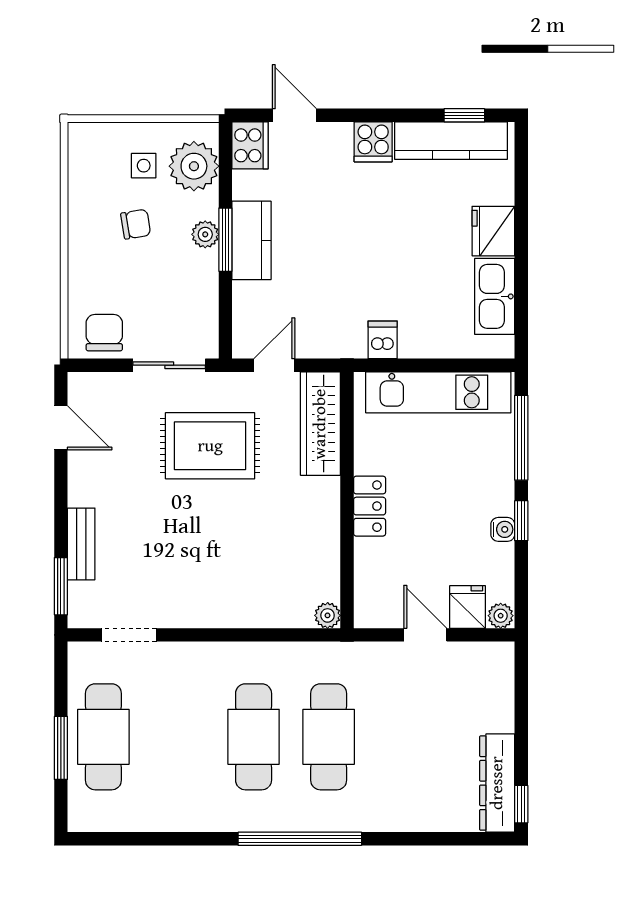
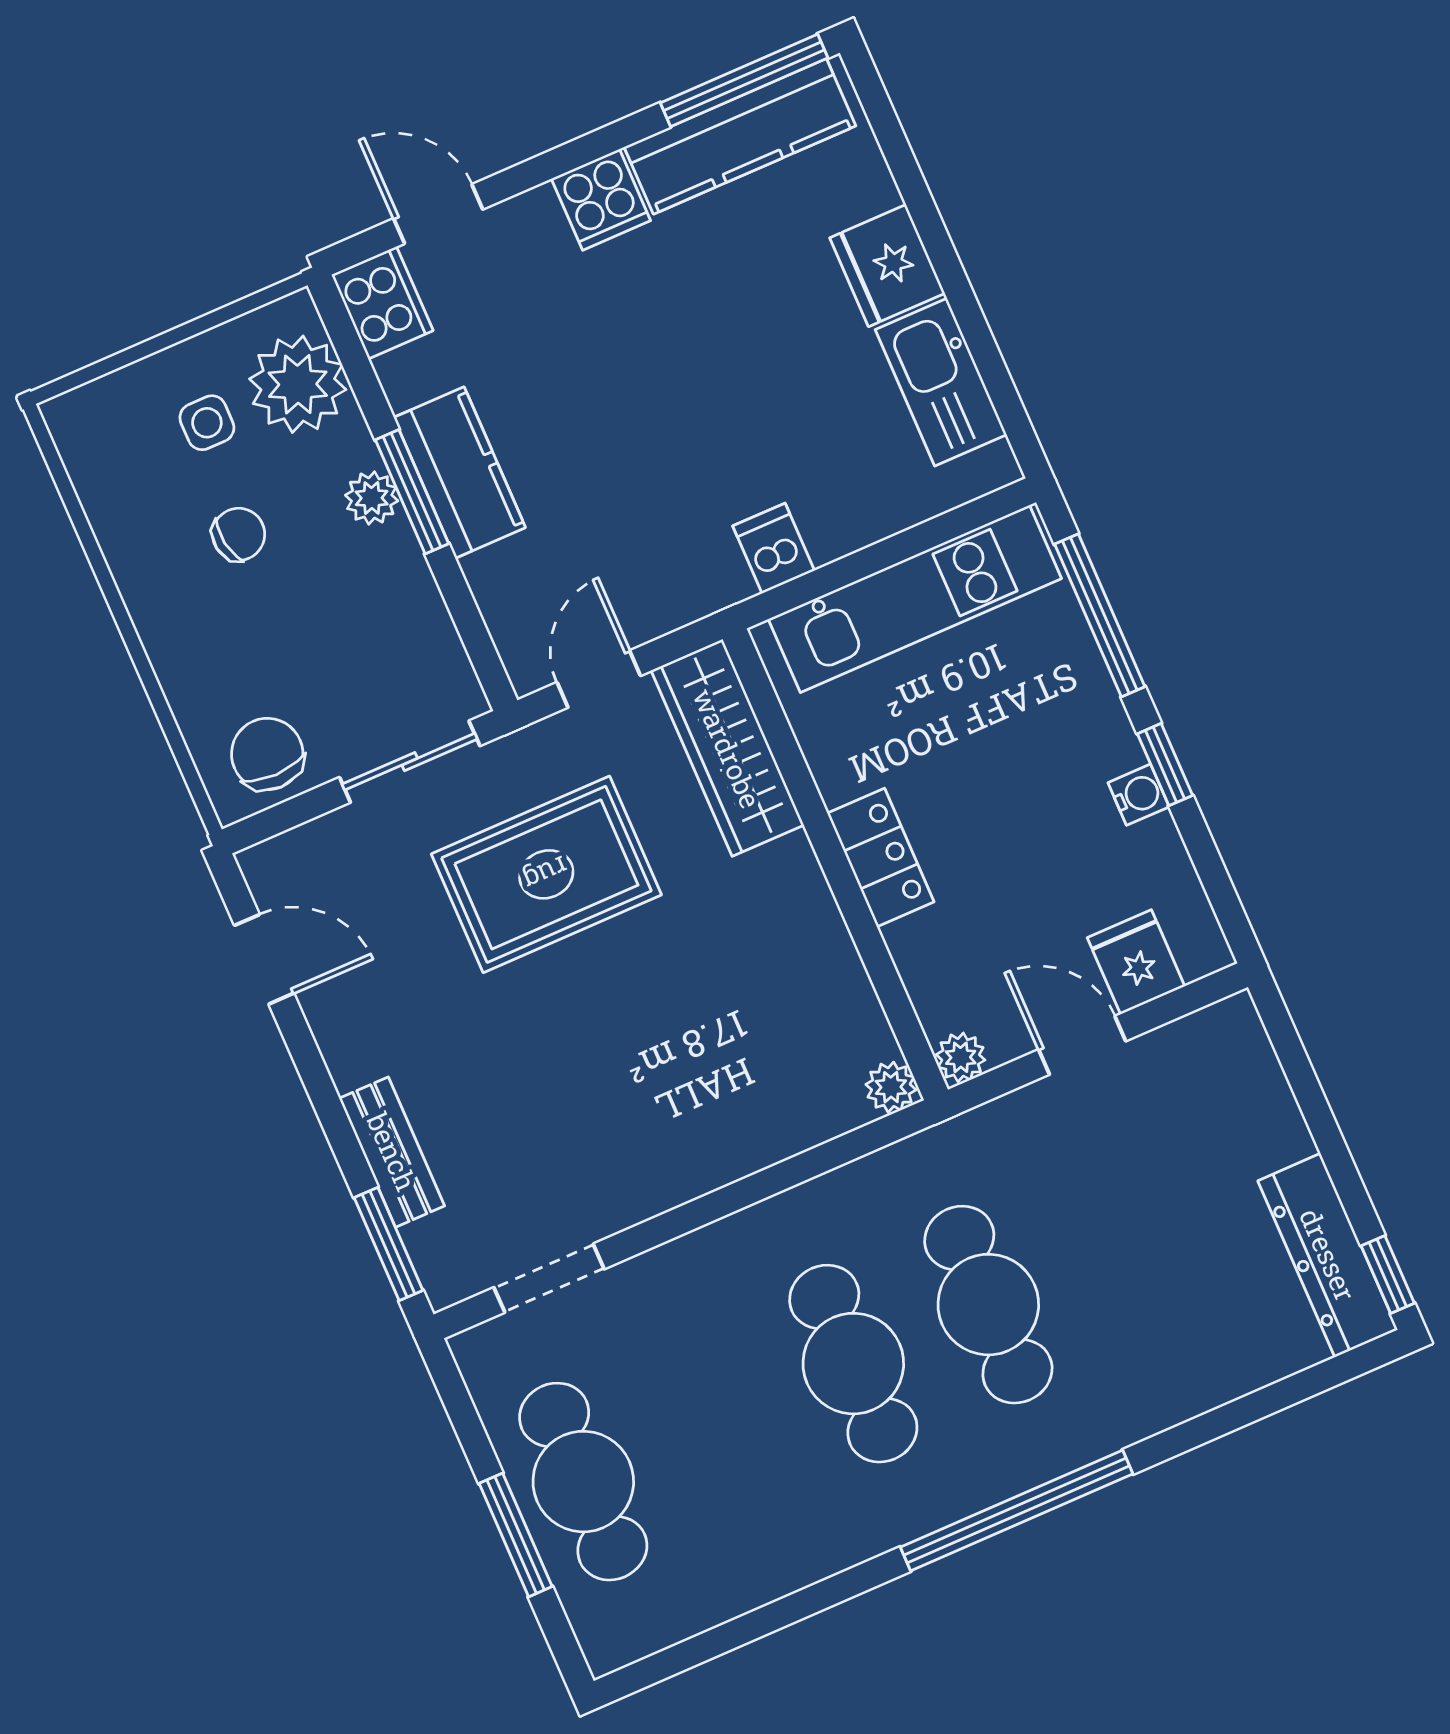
window: (464, 115) -> (744, 80), width x2.17
plant: (501, 616) -> (961, 1057), moved

